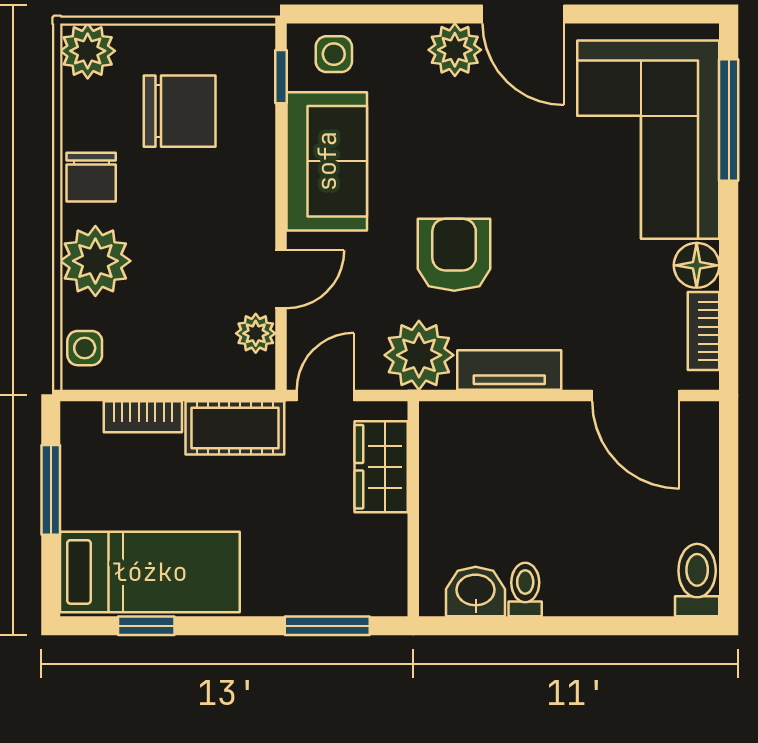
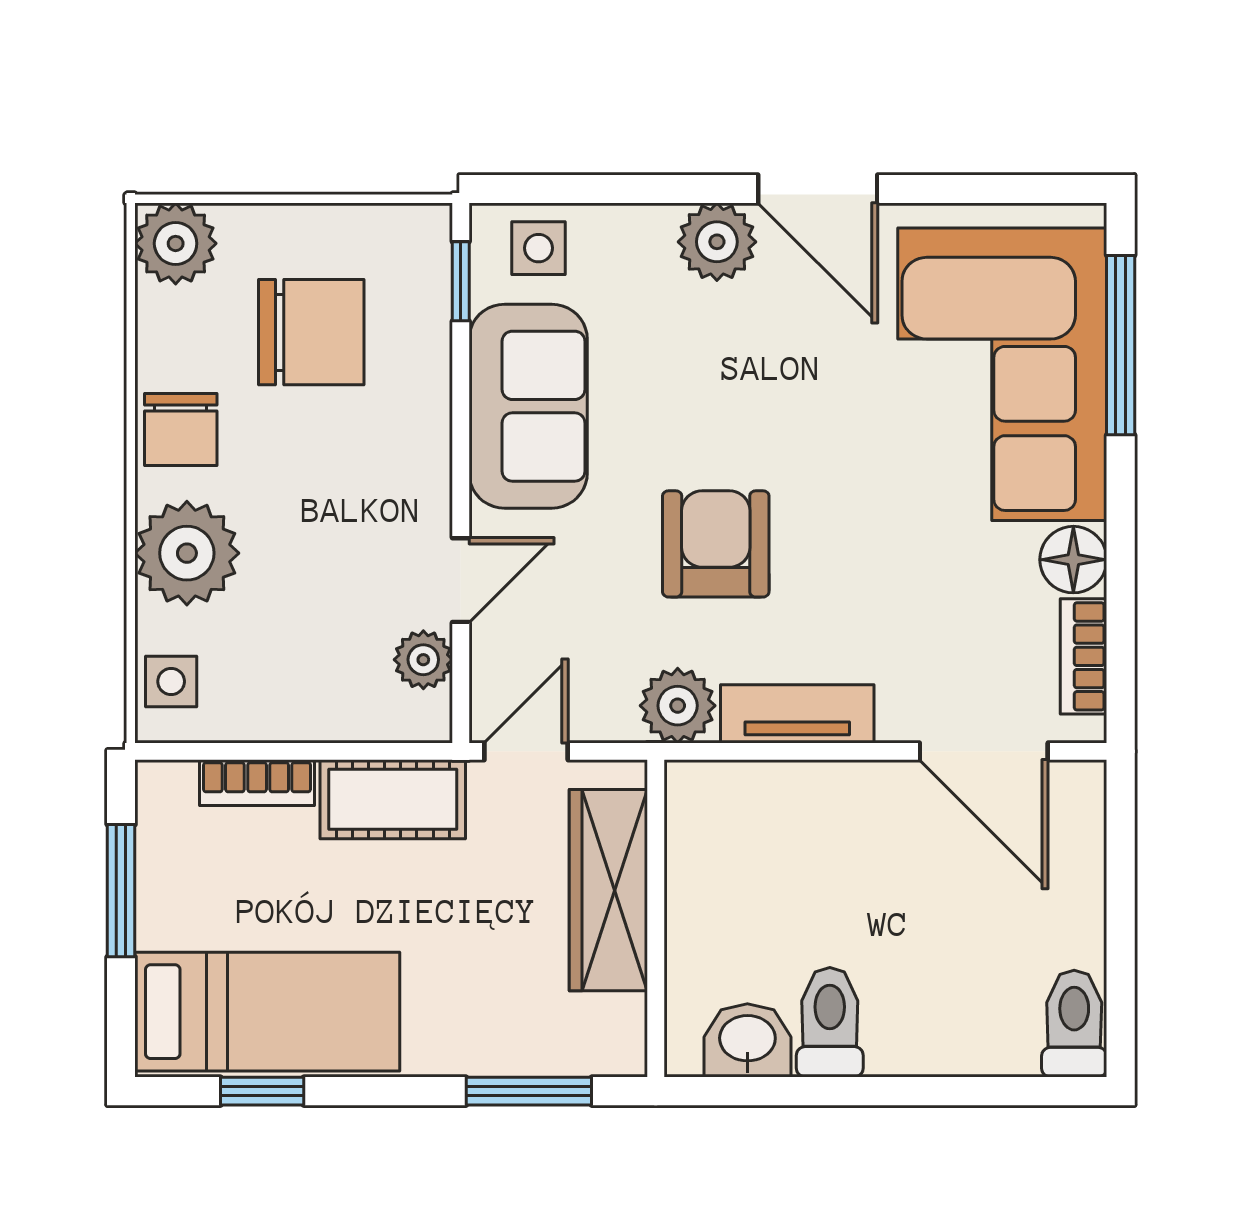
plant: (419, 355) -> (678, 706), width x0.73, depth x0.73
wardrobe: (381, 467) -> (608, 890), width x1.50
toilet: (525, 590) -> (830, 1022), width x1.37, depth x1.39

